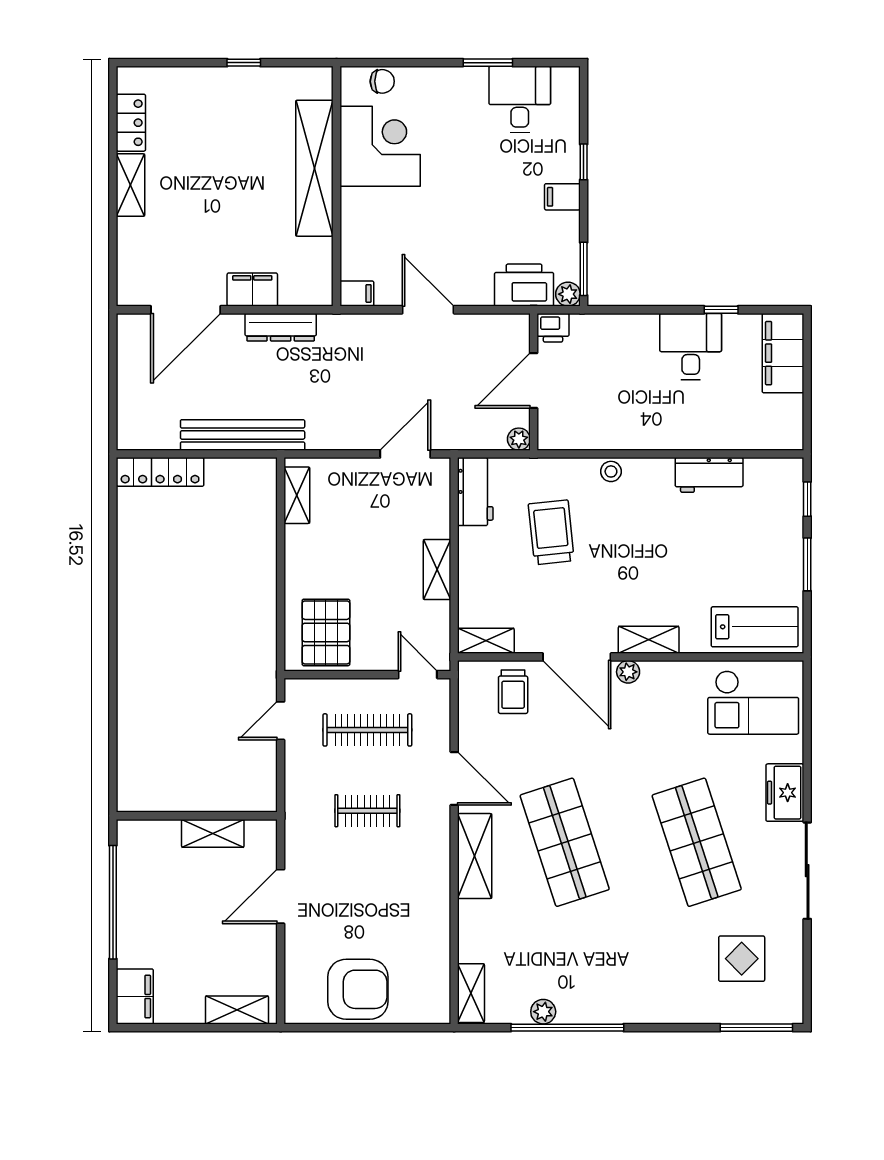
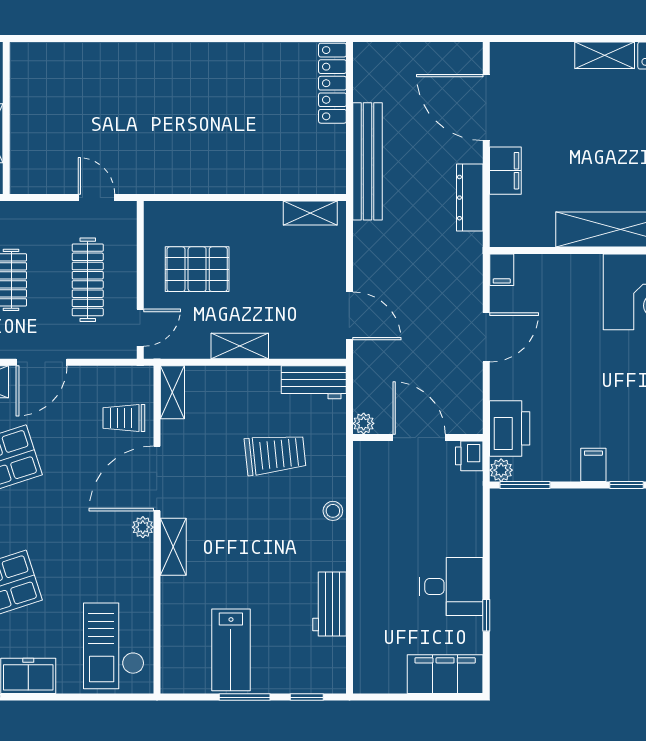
lab bench: (755, 627) -> (231, 650), moved
pallet: (326, 632) -> (197, 269), moved

